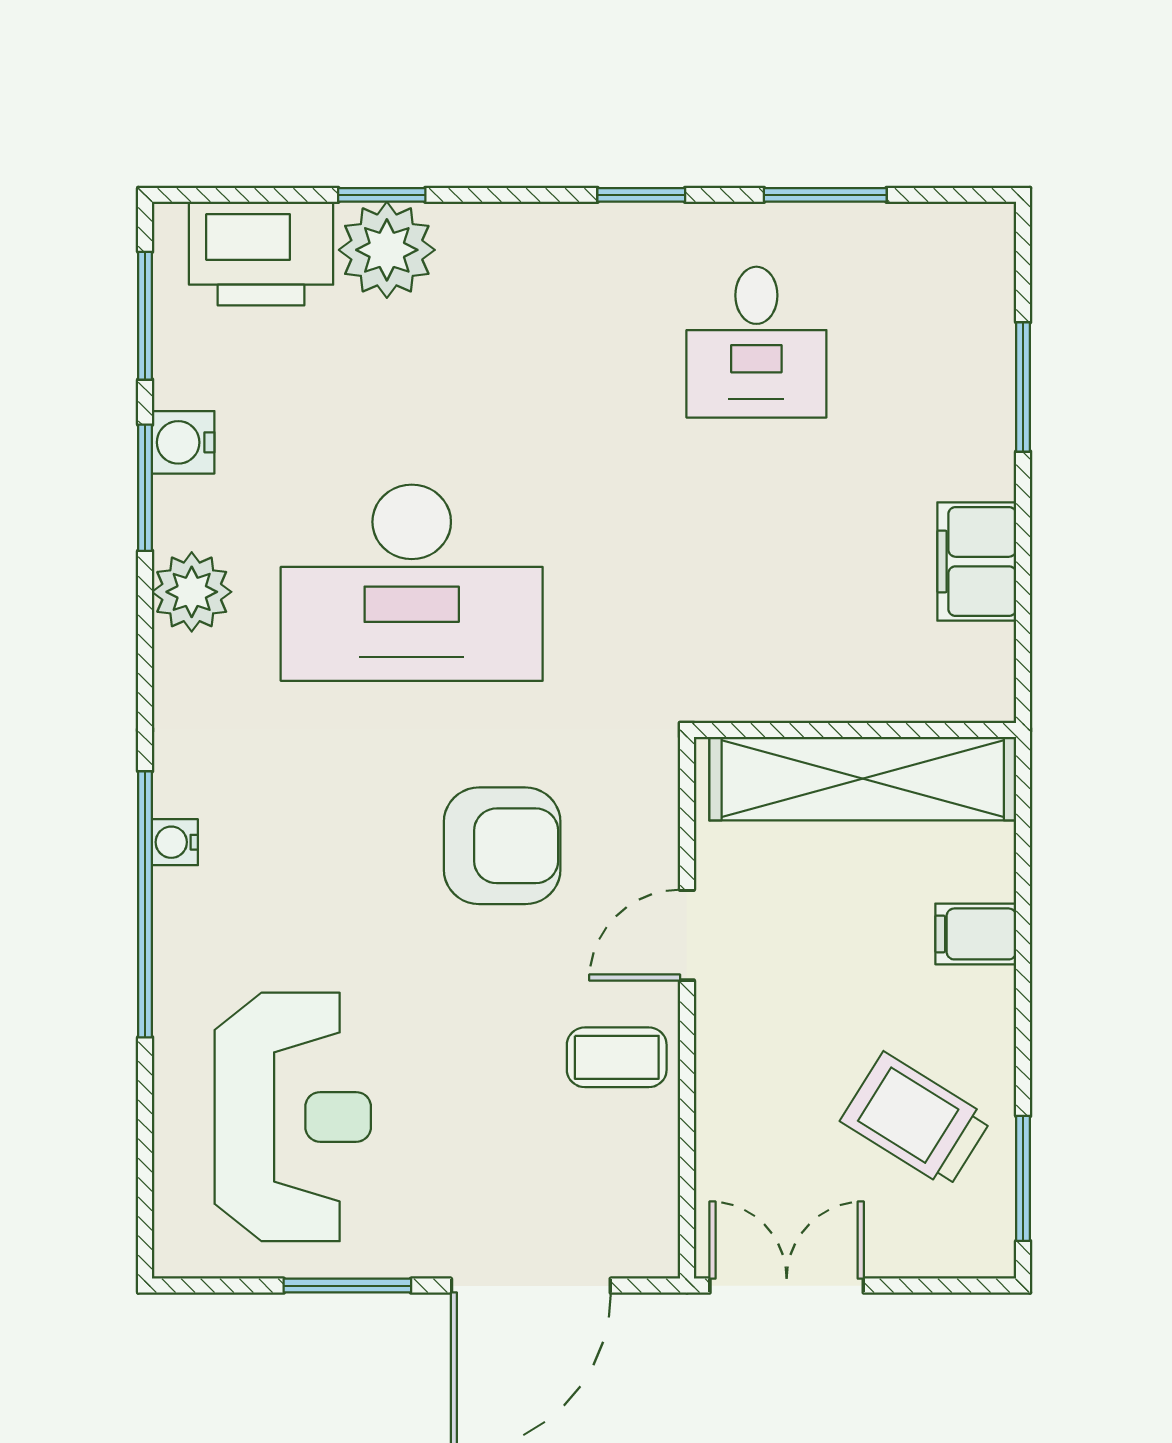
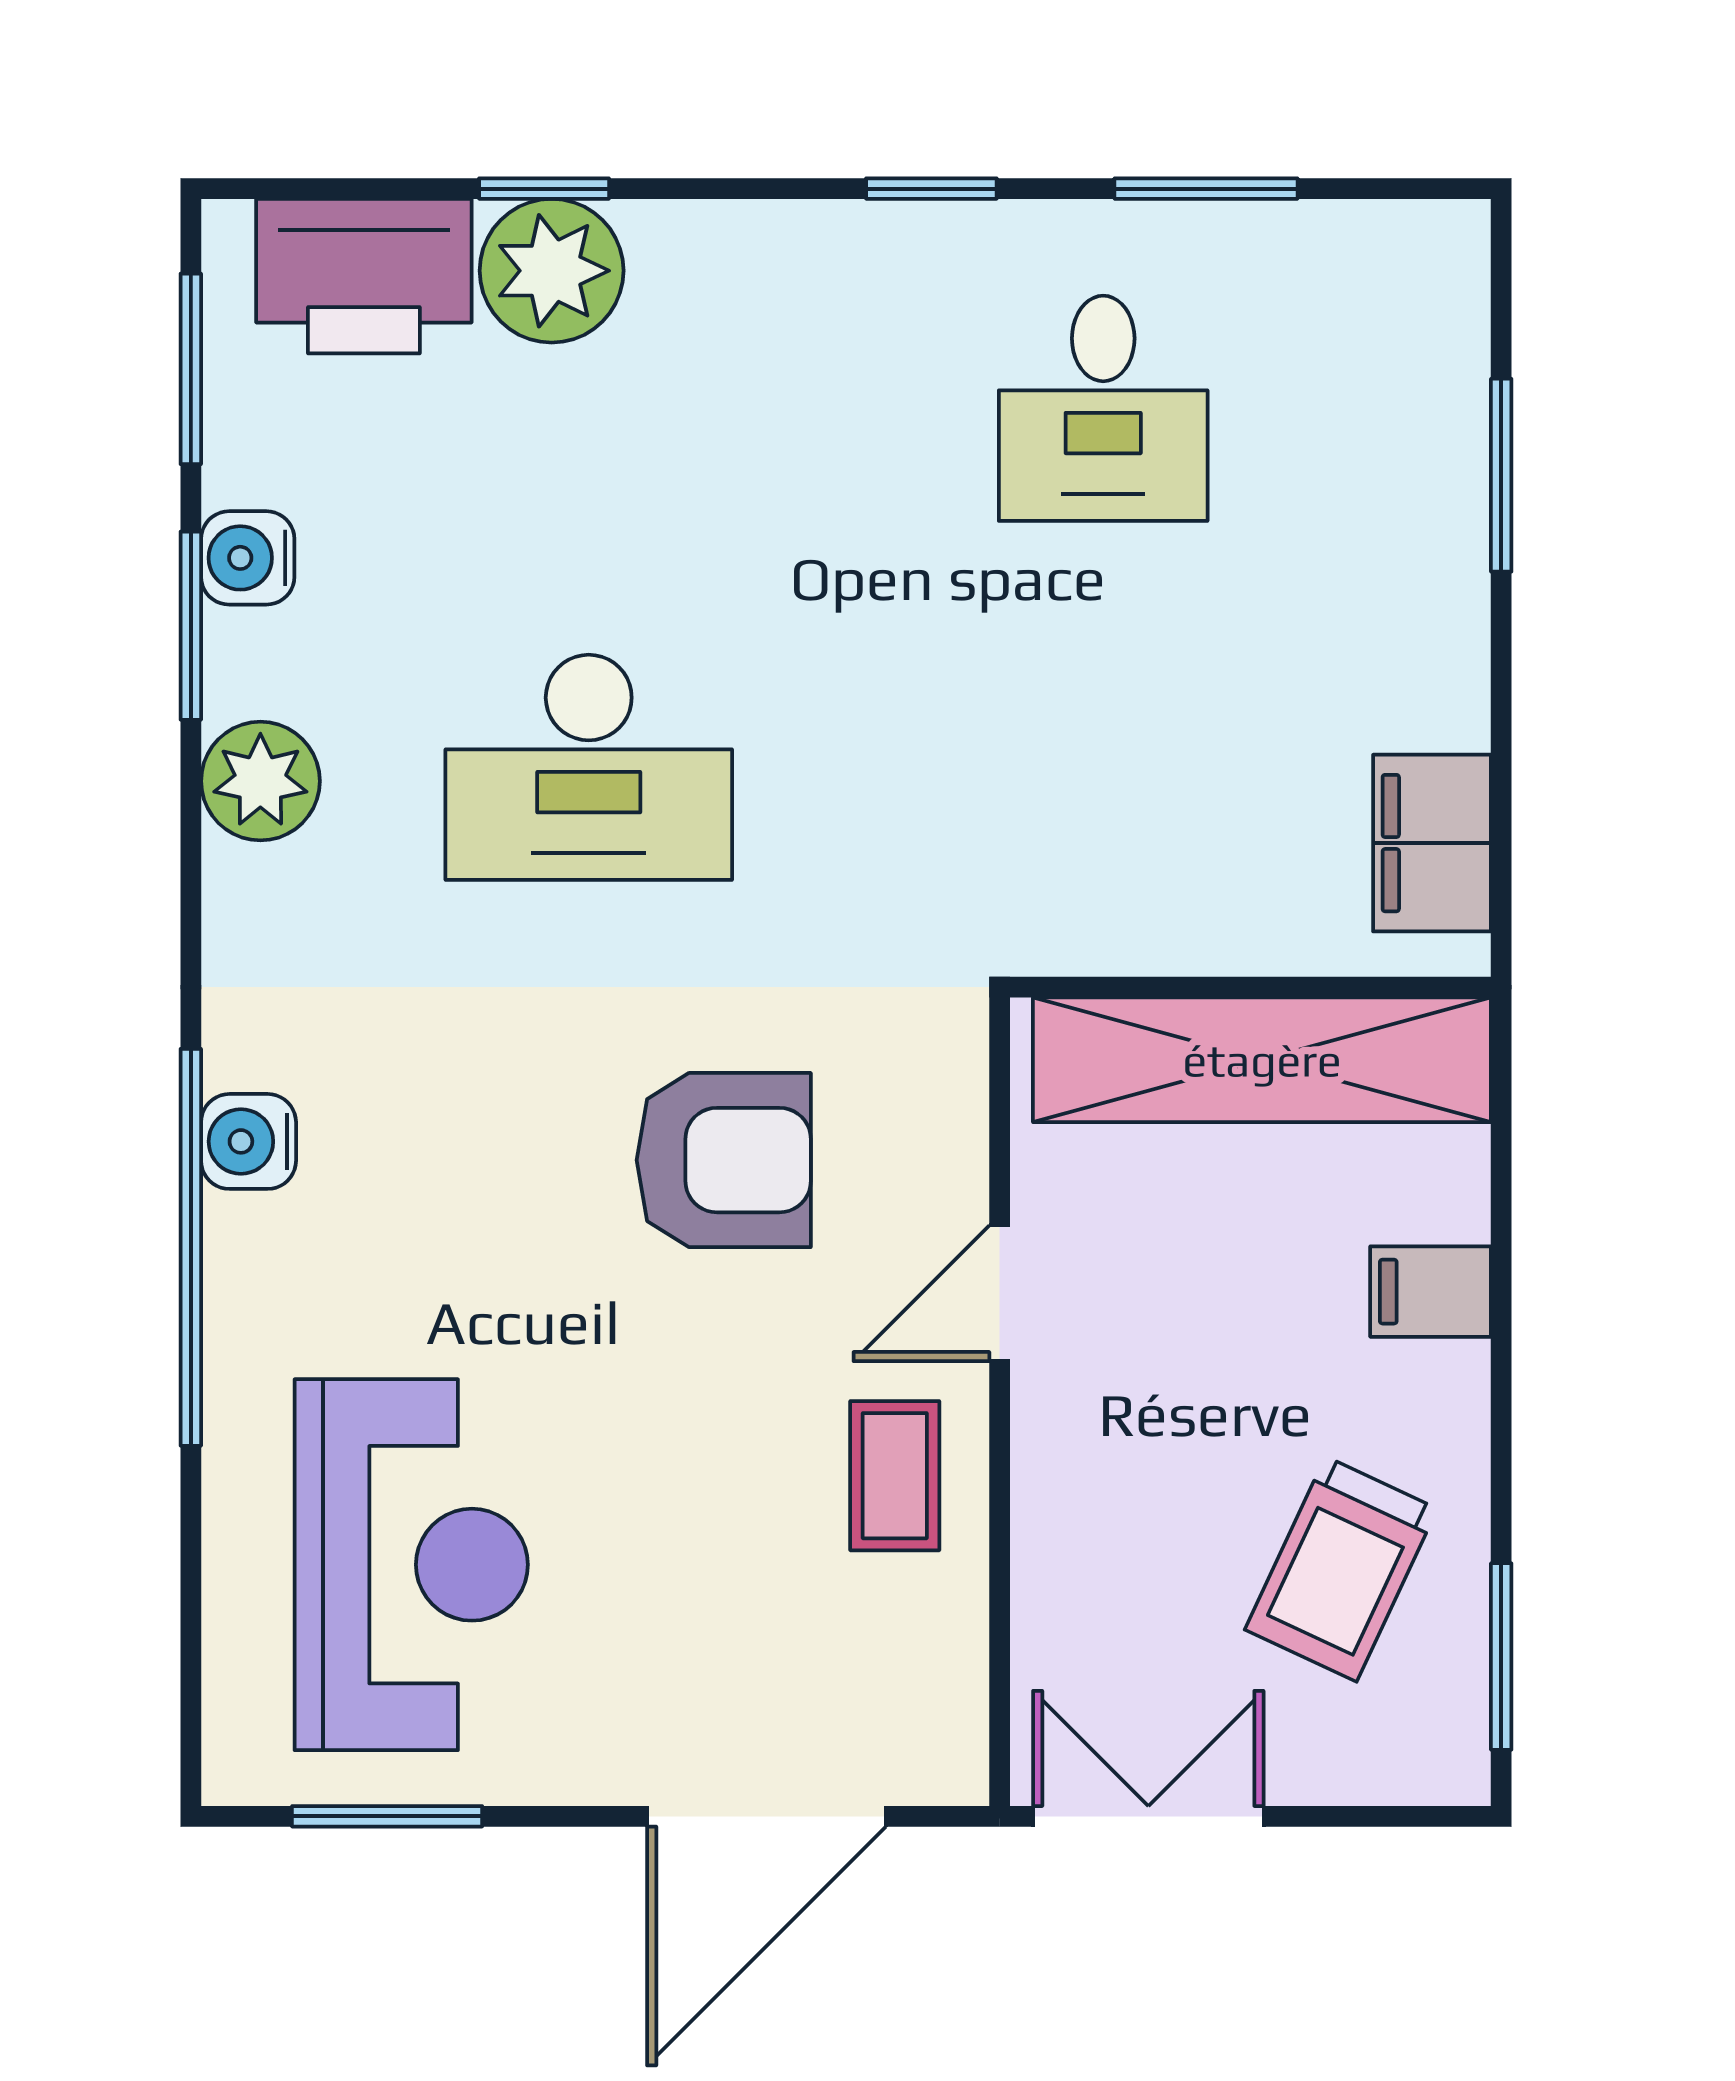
filing cabinet: (977, 562) -> (1432, 843), moved
desk: (412, 583) -> (589, 767), width x0.73, depth x0.77
water cooler: (175, 842) -> (249, 1141), width x1.38, depth x1.38
coffee table: (617, 1057) -> (895, 1476), turned 90
trolley: (916, 1120) -> (1341, 1569), turned -97
window: (347, 1286) -> (387, 1816), moved

